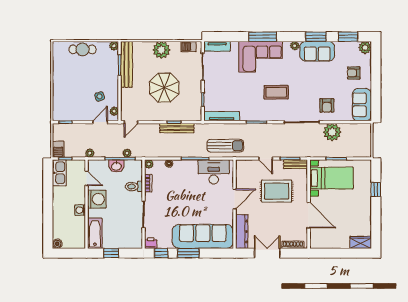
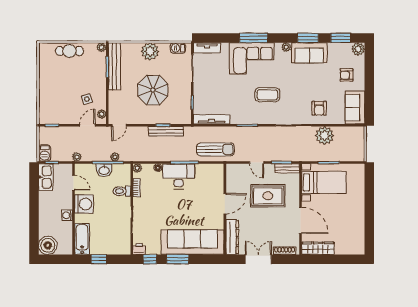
desk: (214, 172) -> (179, 176), moved
window: (376, 190) -> (369, 194), removed
wardrobe: (361, 242) -> (318, 248), moved, width x1.50
boiler: (57, 244) -> (48, 245), width x1.86, depth x1.86

